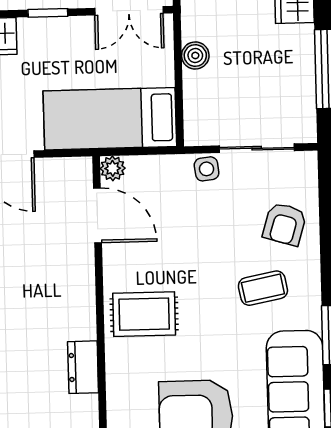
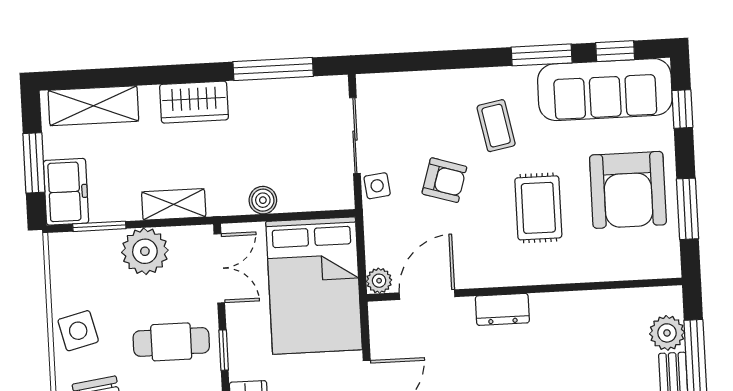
bed: (110, 119) -> (314, 286), width x1.50
armchair: (285, 224) -> (444, 180), moved
rug: (144, 314) -> (538, 208), moved
dresser: (83, 367) -> (502, 309), moved

